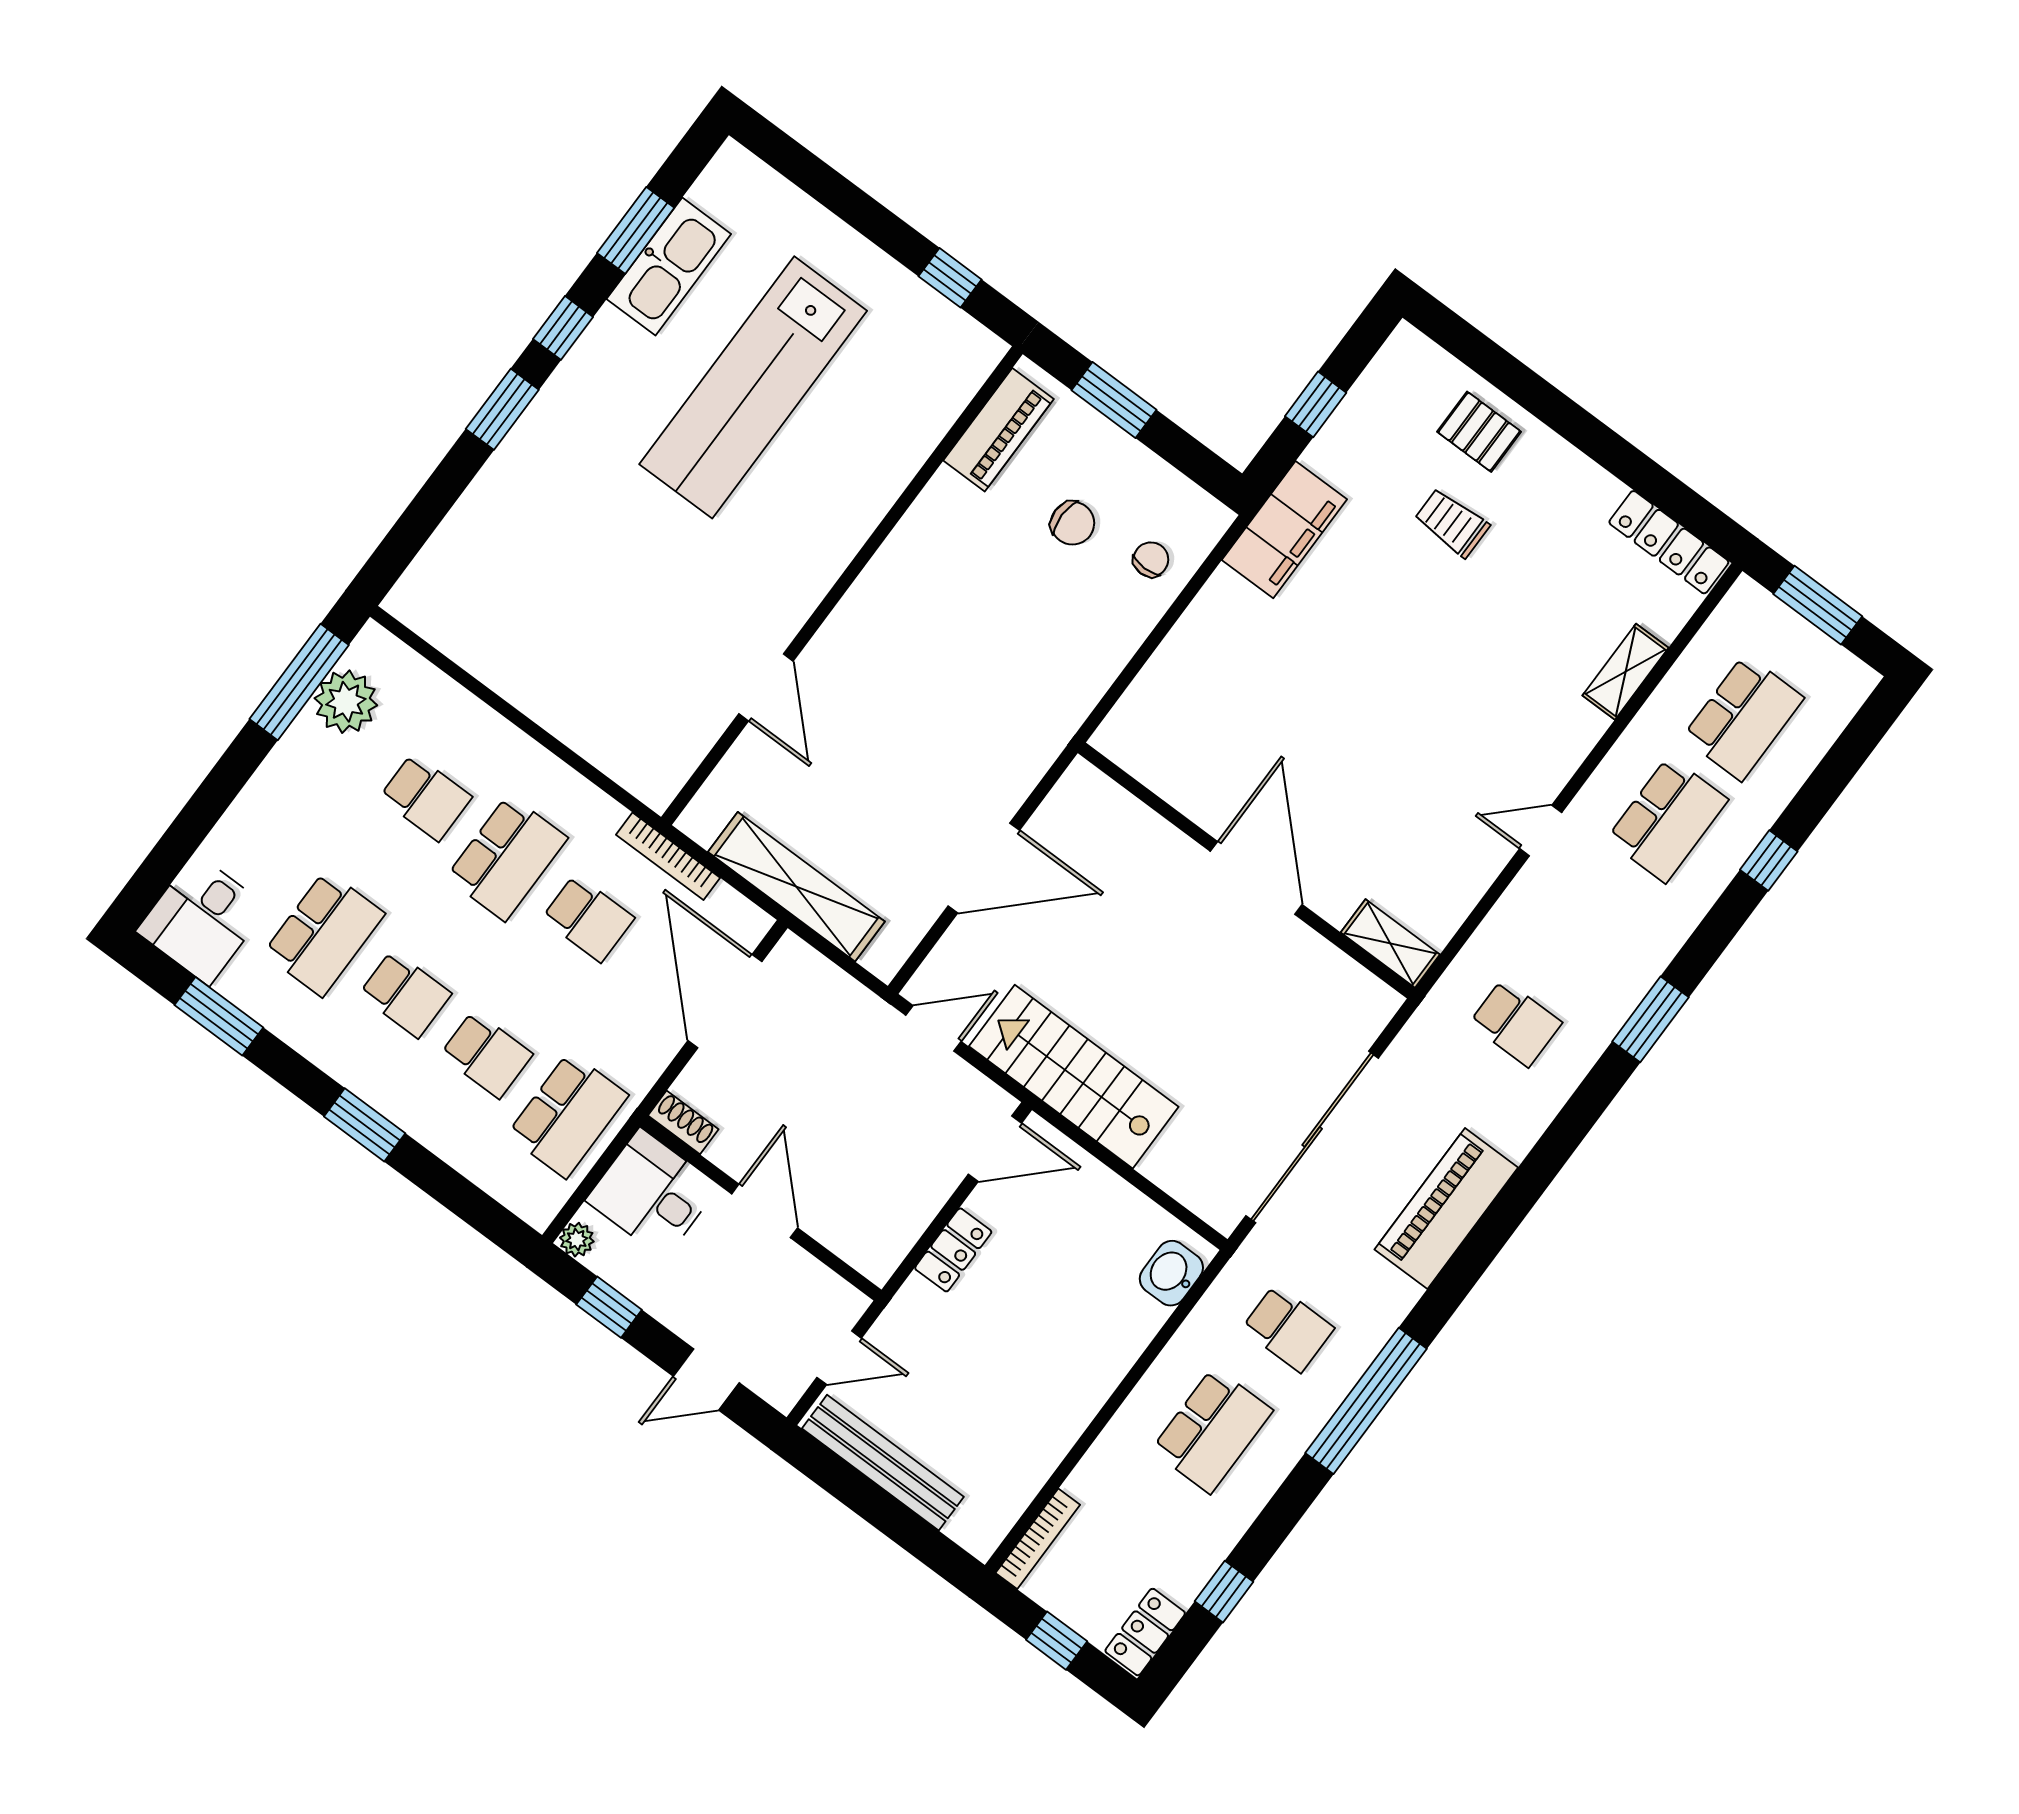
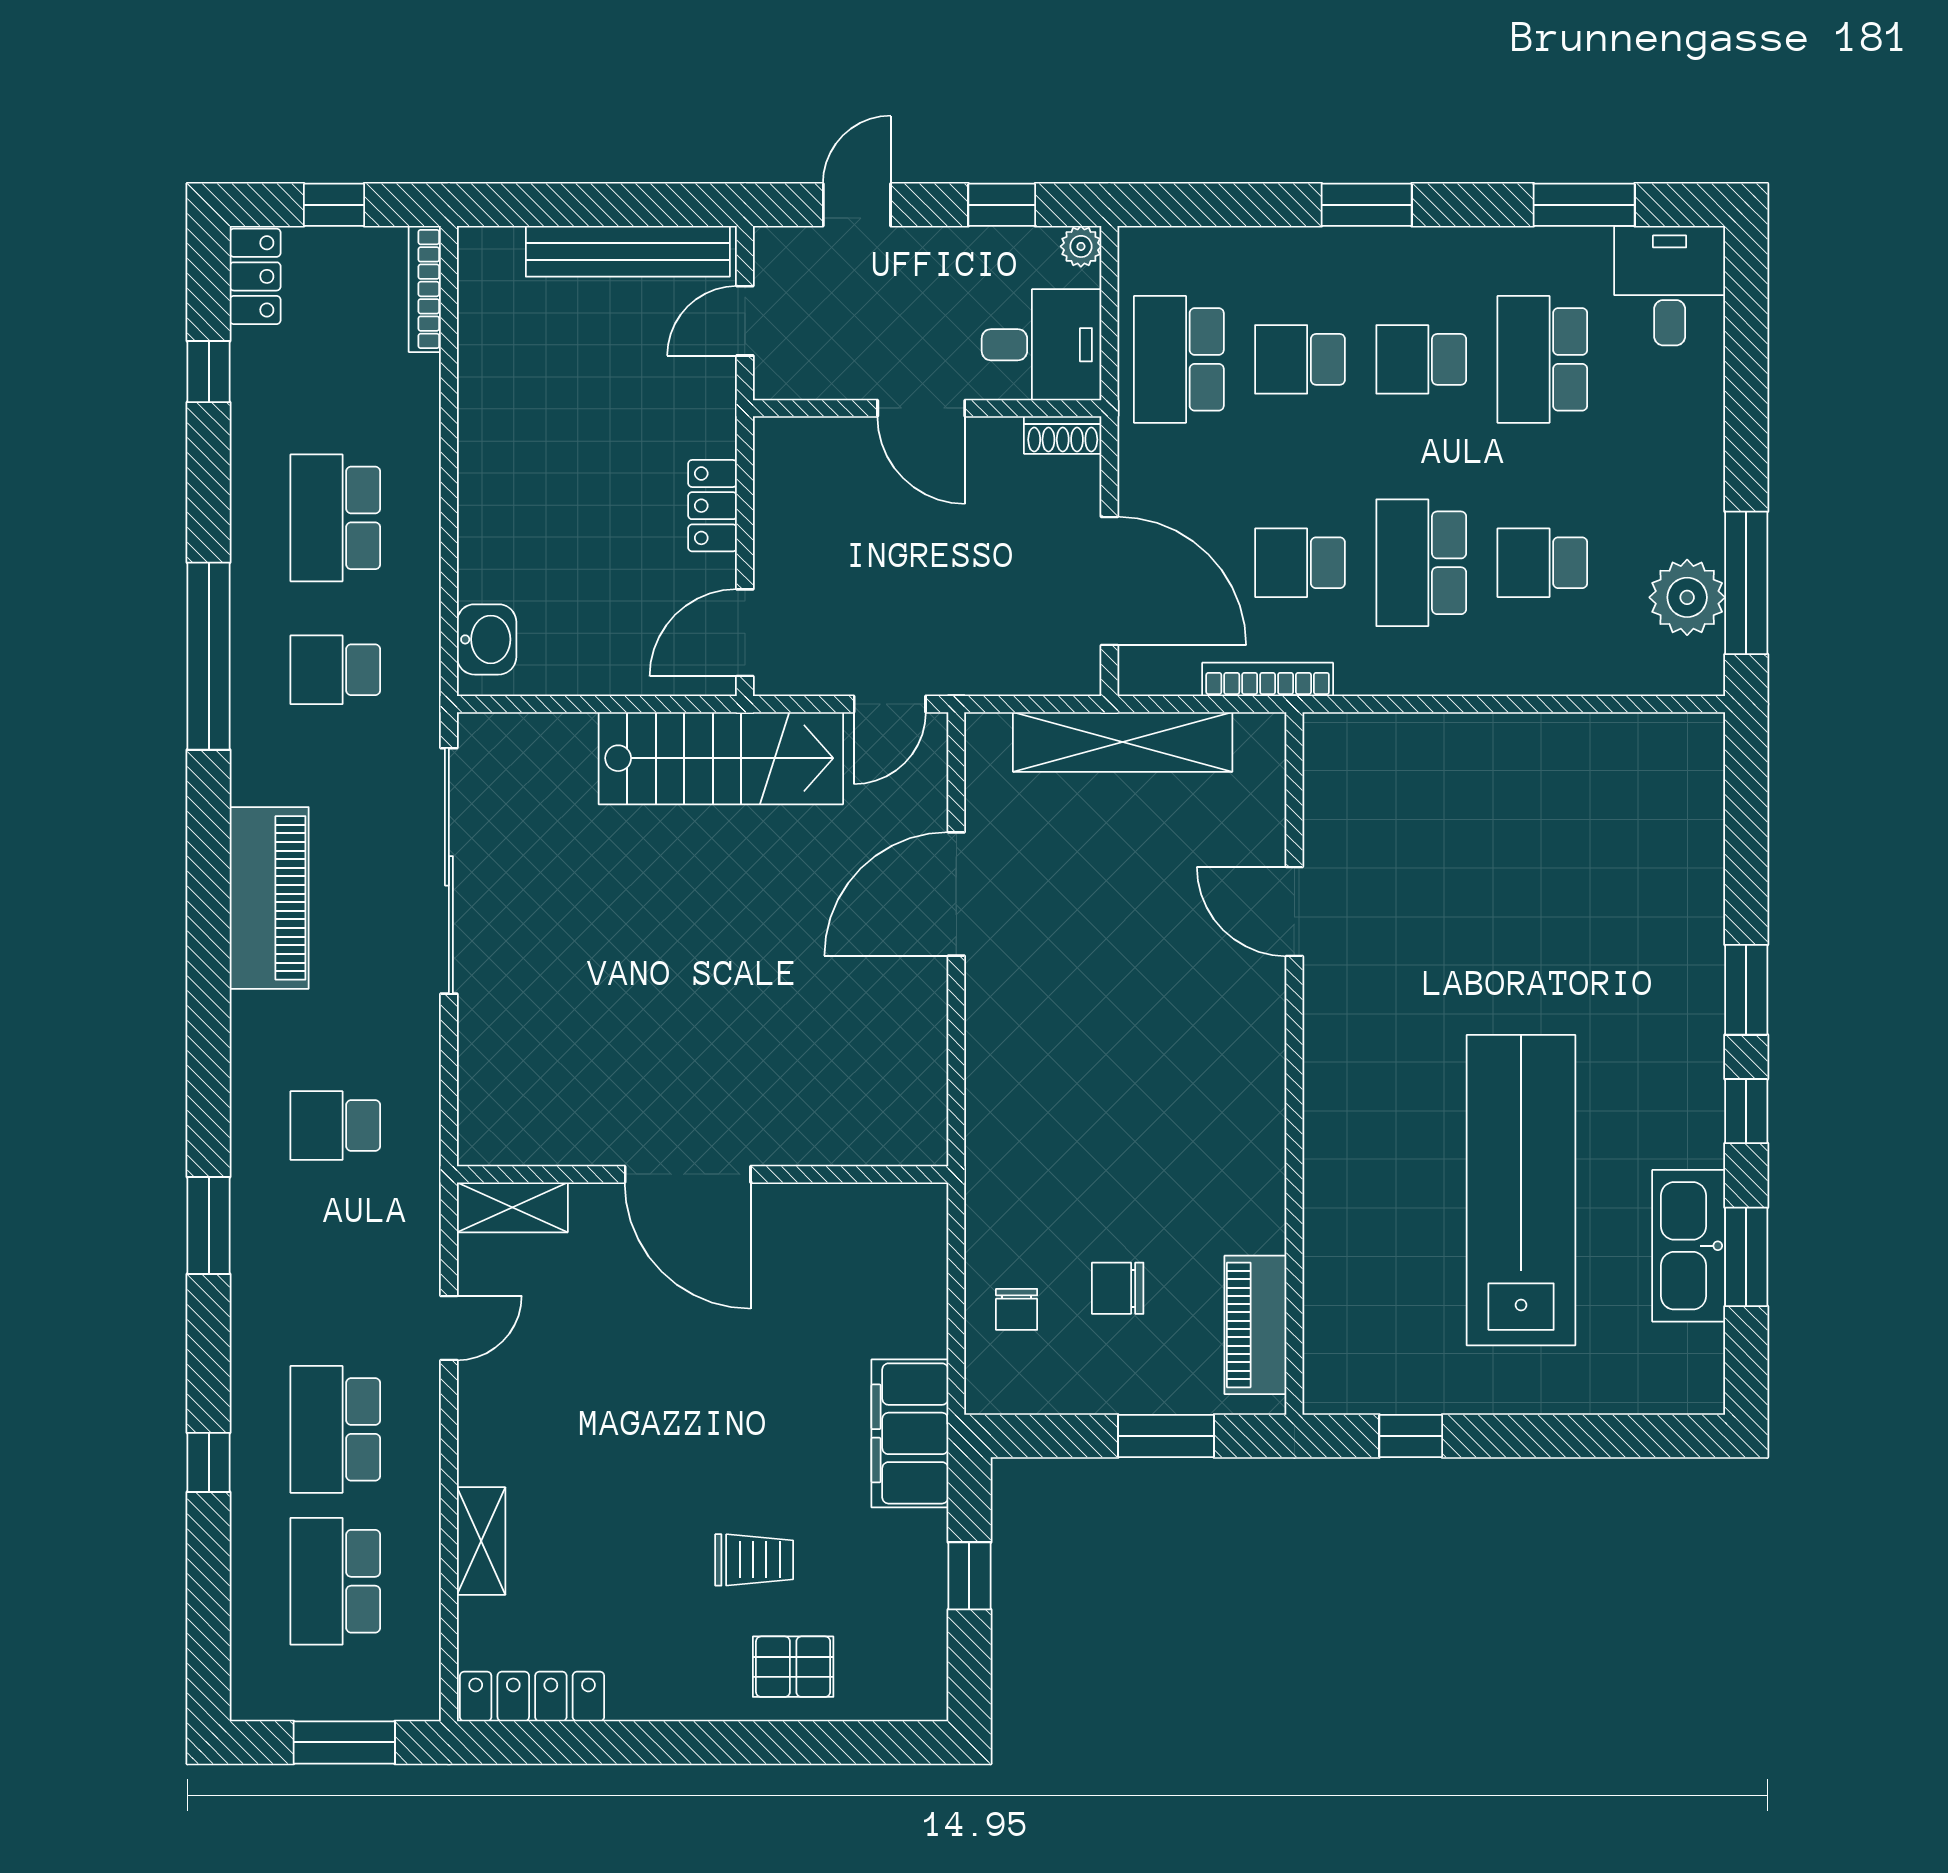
wall: (1246, 871) -> (703, 1174), moved
door: (1256, 878) -> (688, 1174), moved
shelving: (1390, 943) -> (512, 1207), moved

